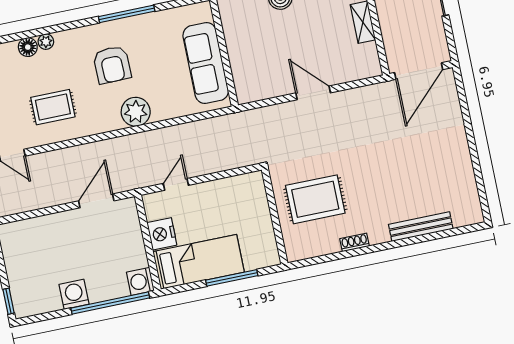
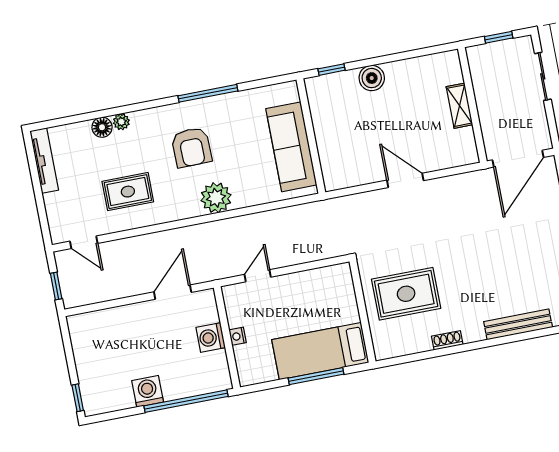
nightstand: (162, 234) -> (238, 336), width x0.53, depth x0.56
bed: (199, 262) -> (320, 351), moved, turned 180
washing machine: (140, 281) -> (211, 338), moved

